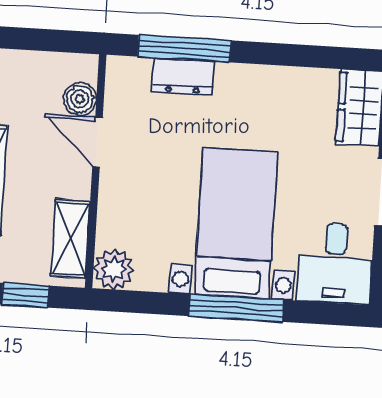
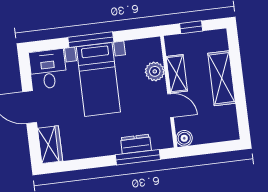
boiler: (80, 99) -> (184, 138), moved
shelving: (70, 239) -> (177, 74), moved
plant: (114, 269) -> (155, 71), moved

